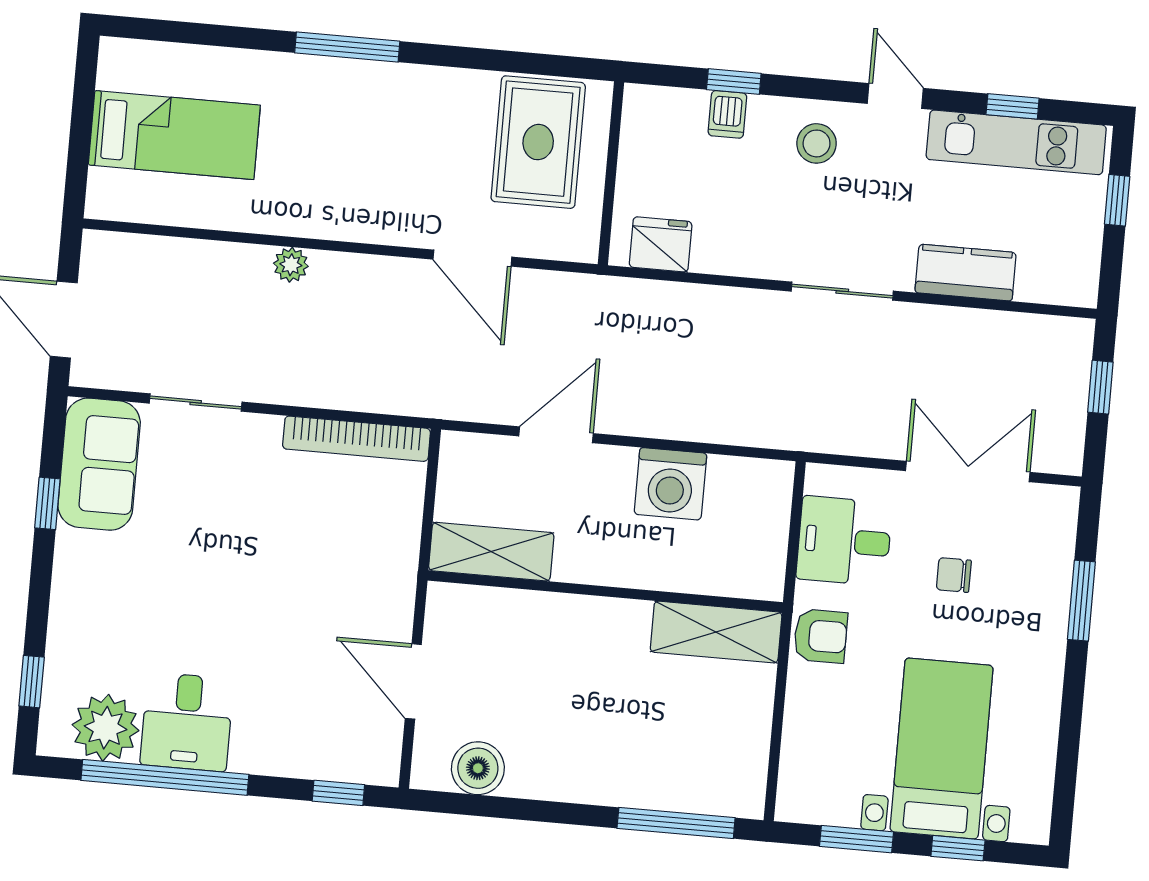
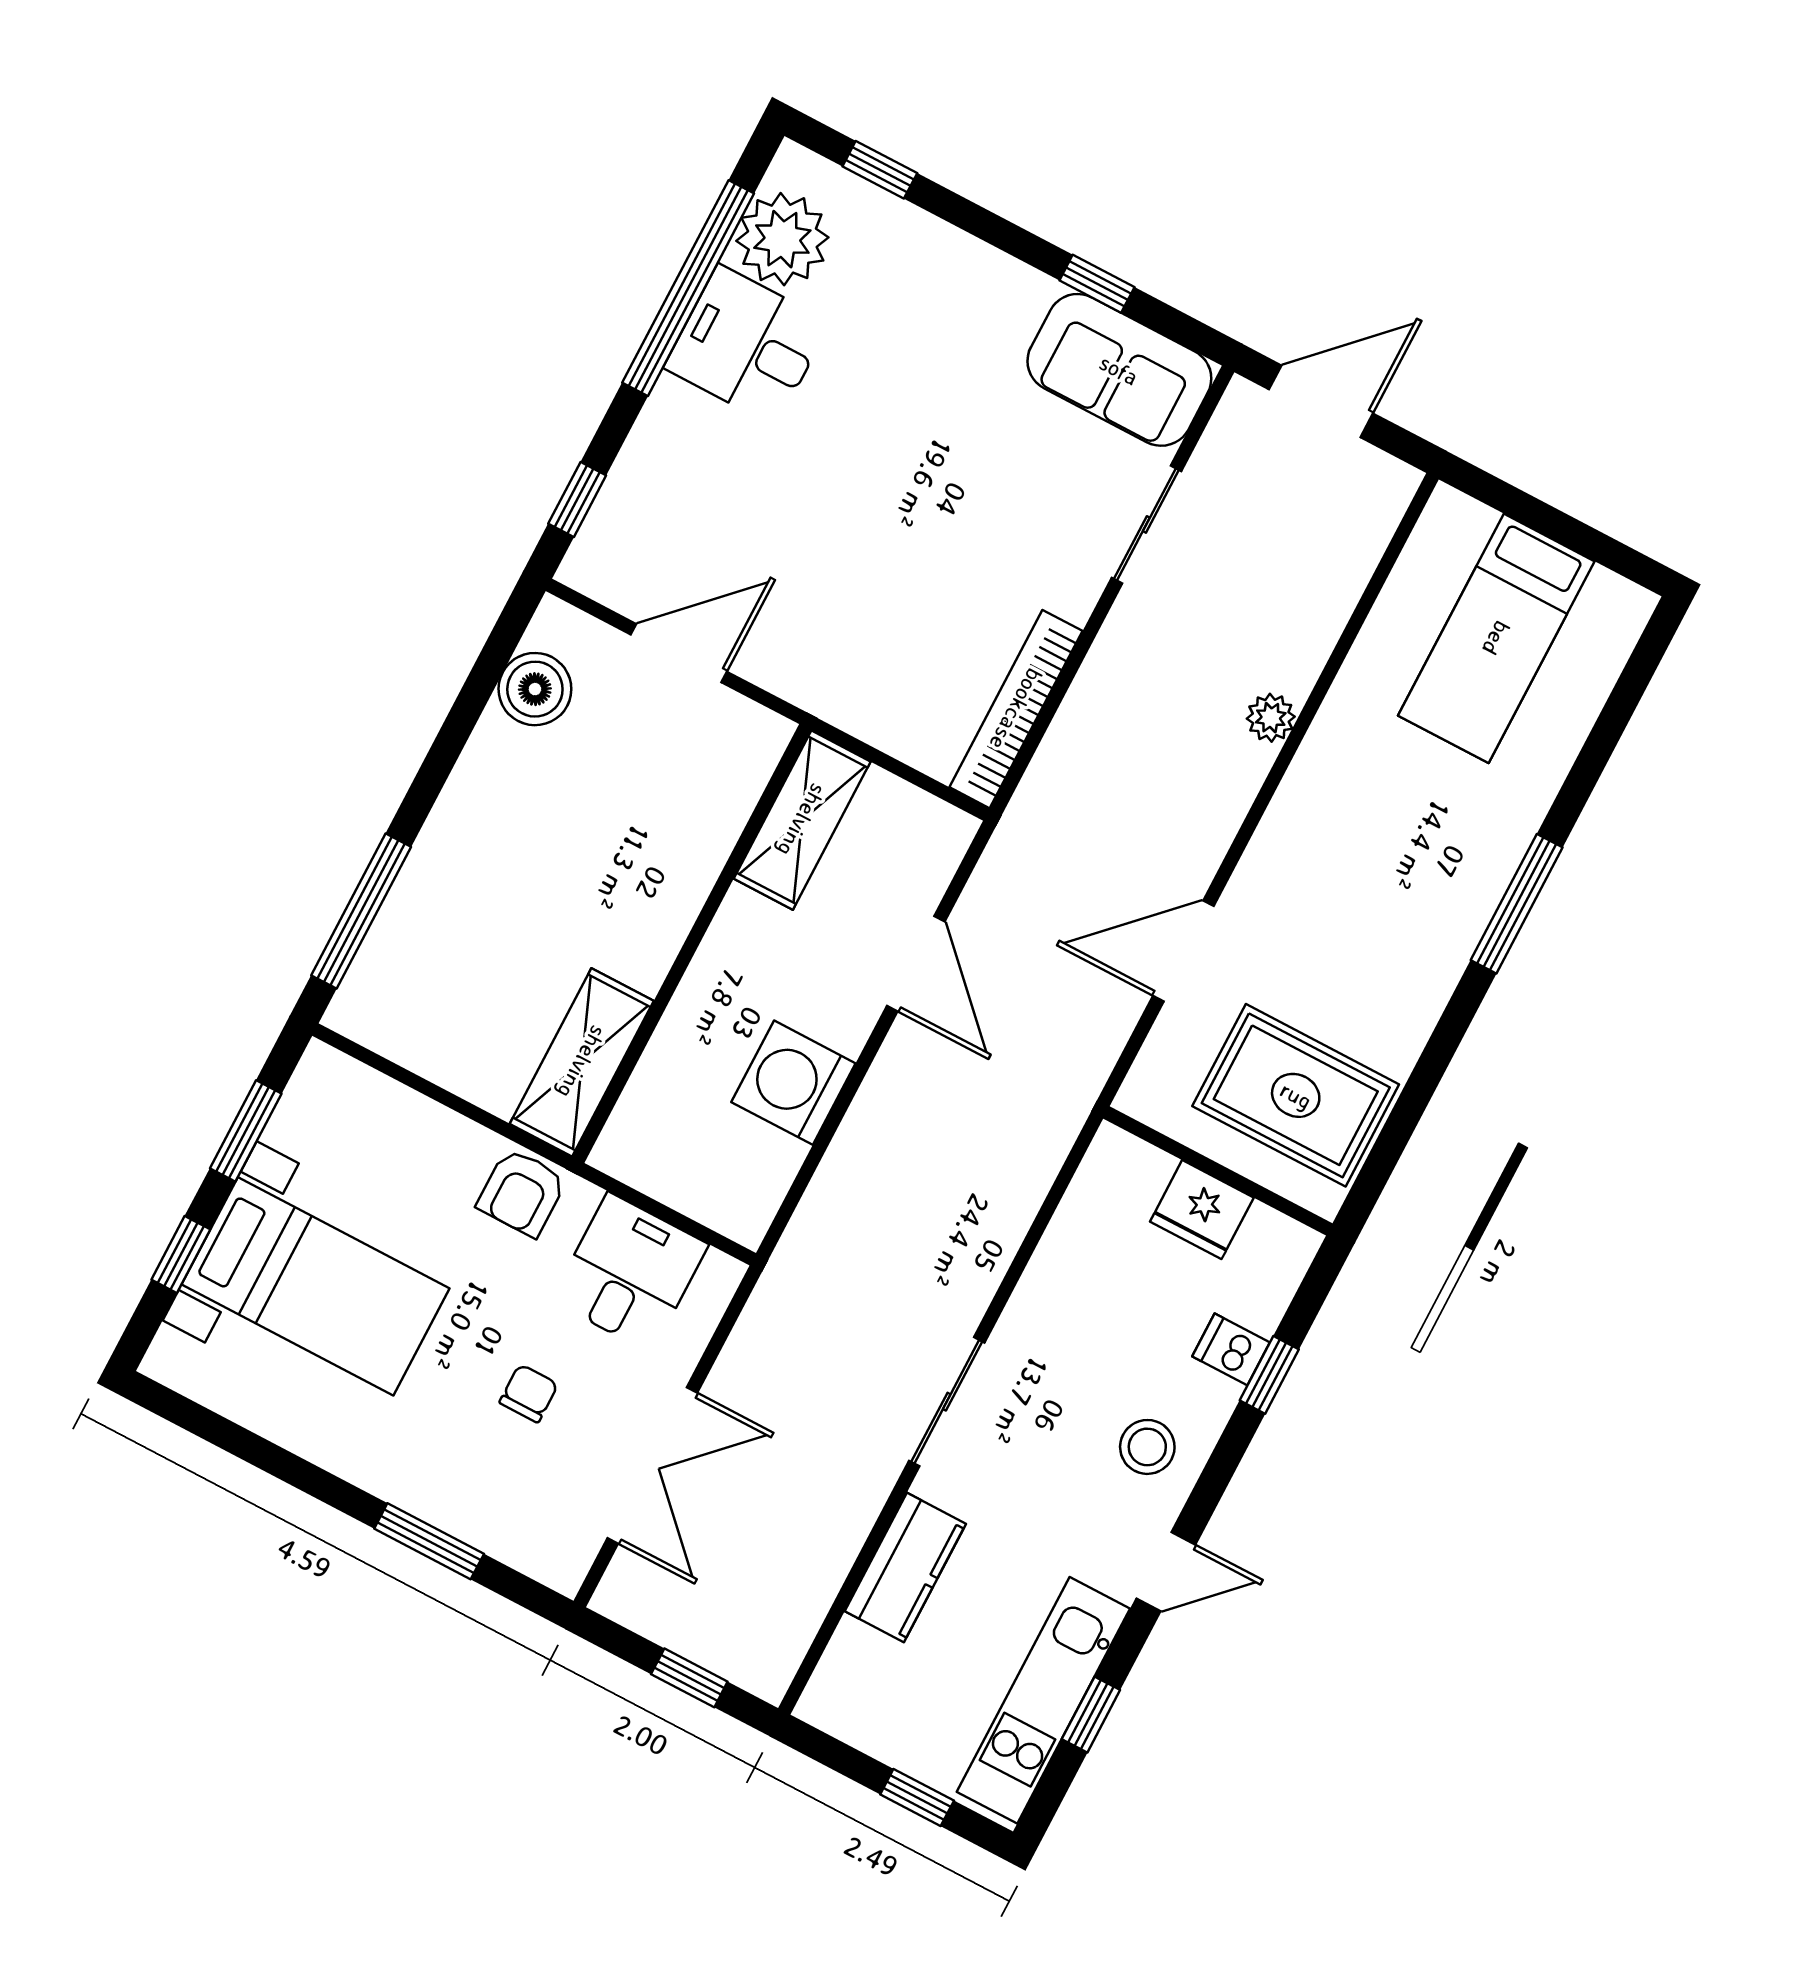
fridge: (661, 244) -> (1202, 1210), moved, turned 90

